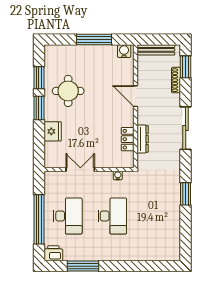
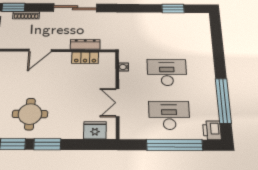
fridge: (53, 131) -> (95, 130), moved
window: (186, 194) -> (173, 9), moved
window: (83, 266) -> (223, 101), width x1.46

